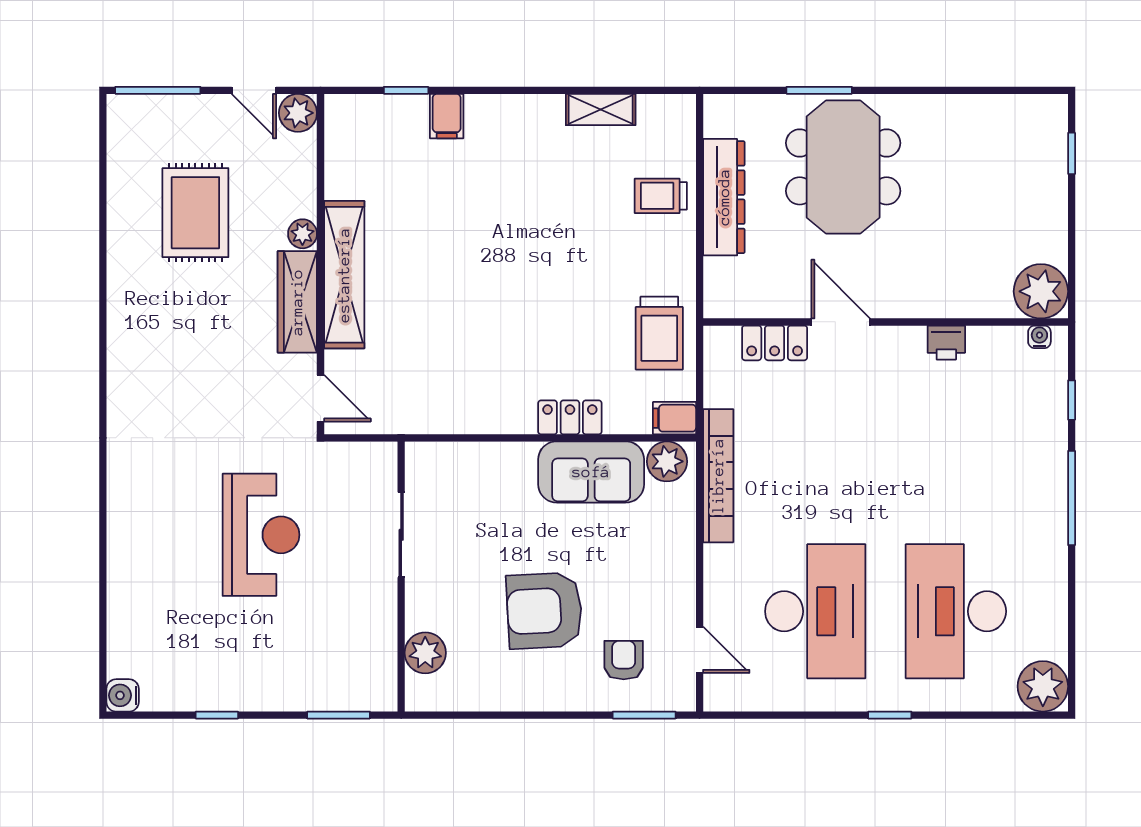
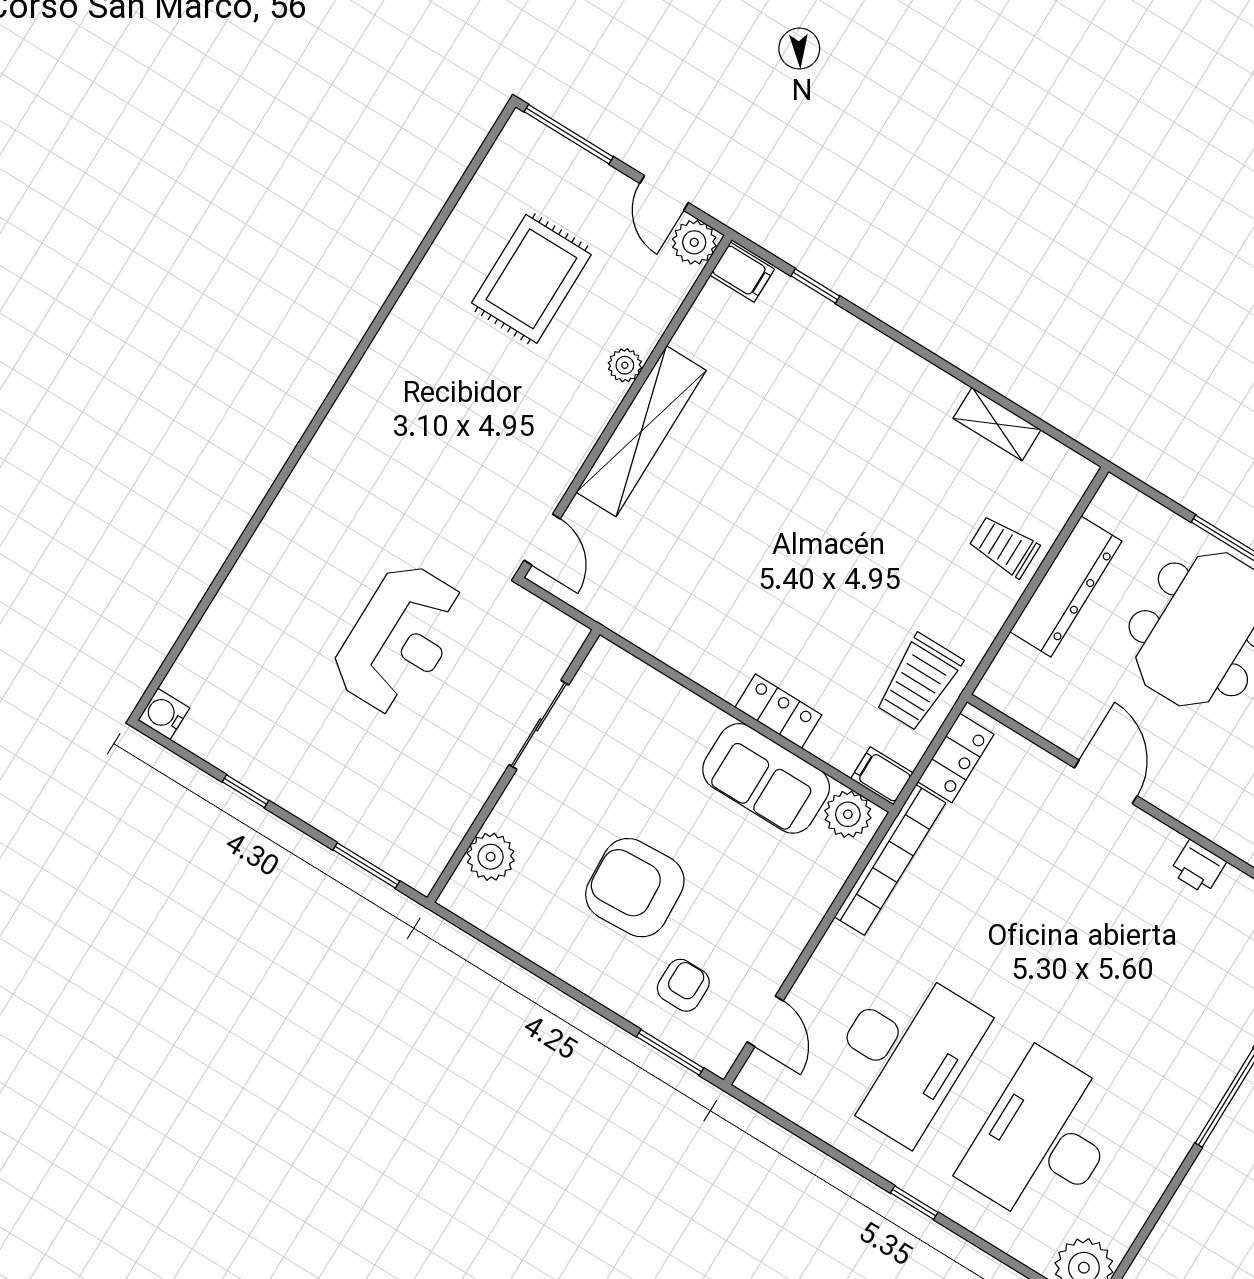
filing cabinet: (447, 116) -> (742, 272), moved, turned -90
wardrobe: (297, 302) -> (578, 430), removed
locker: (775, 343) -> (956, 758), moved, turned -90

